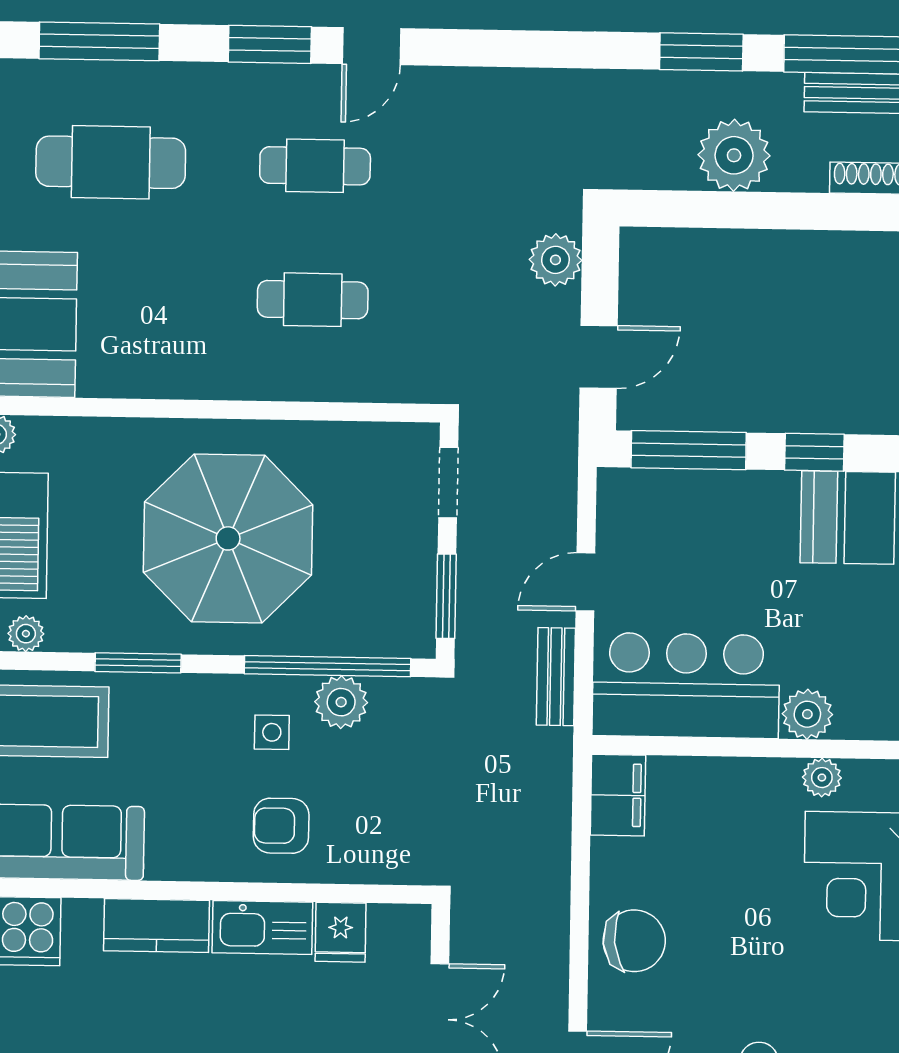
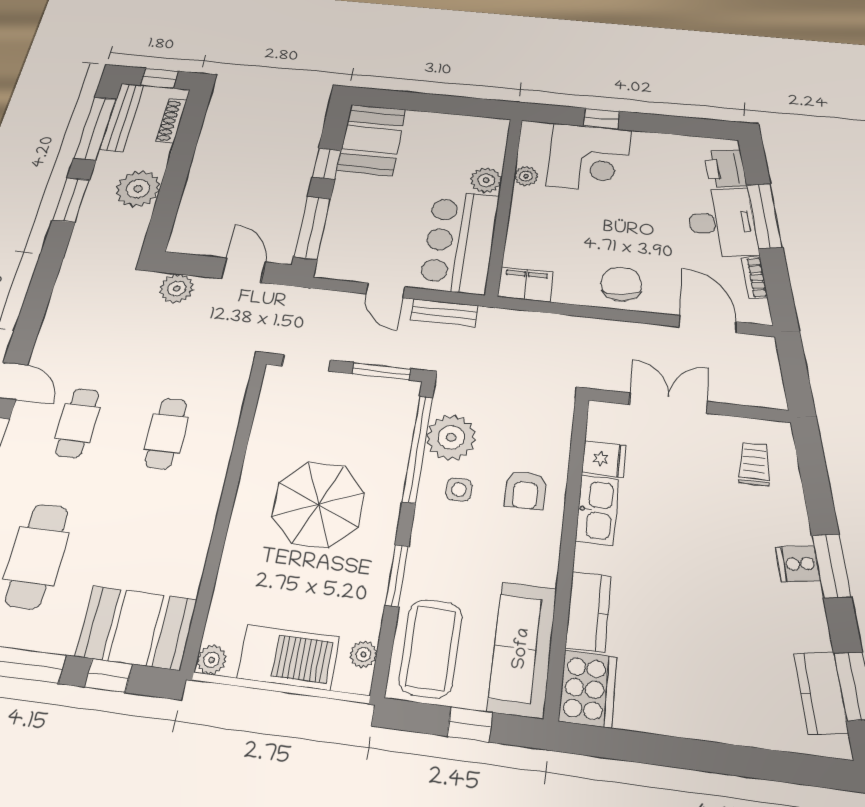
parasol: (228, 538) -> (318, 504), width x0.73, depth x0.73
plant: (341, 702) -> (451, 437), width x1.36, depth x1.36
kitchen counter: (157, 926) -> (588, 612), moved

